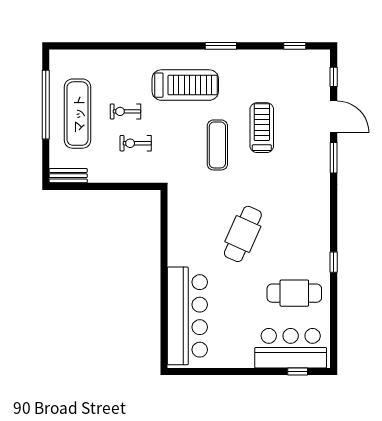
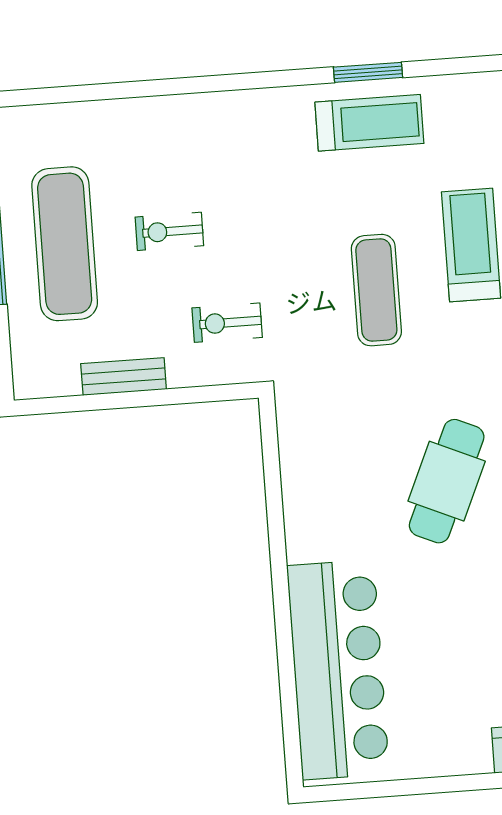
treadmill: (185, 85) -> (369, 123), moved, width x0.73, depth x0.73
exercise bike: (136, 143) -> (227, 323), moved
bench: (68, 176) -> (124, 376), moved

